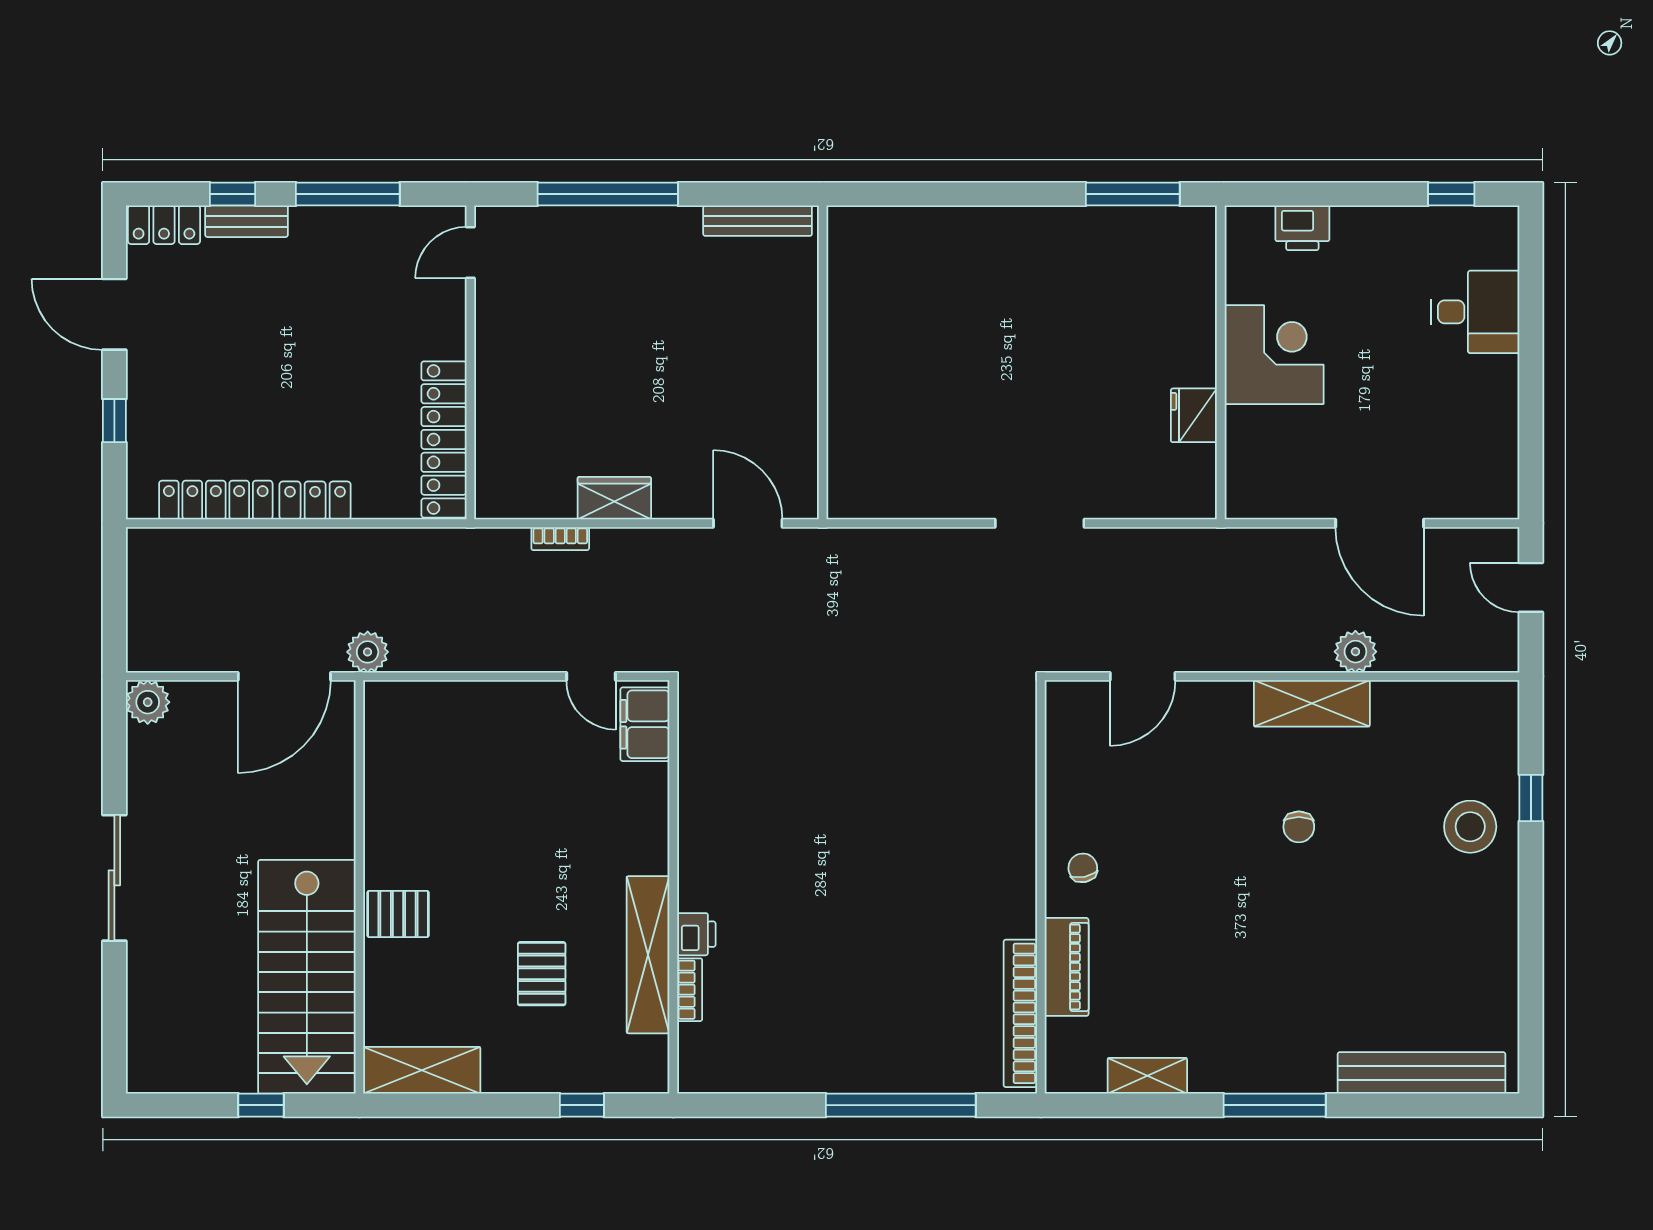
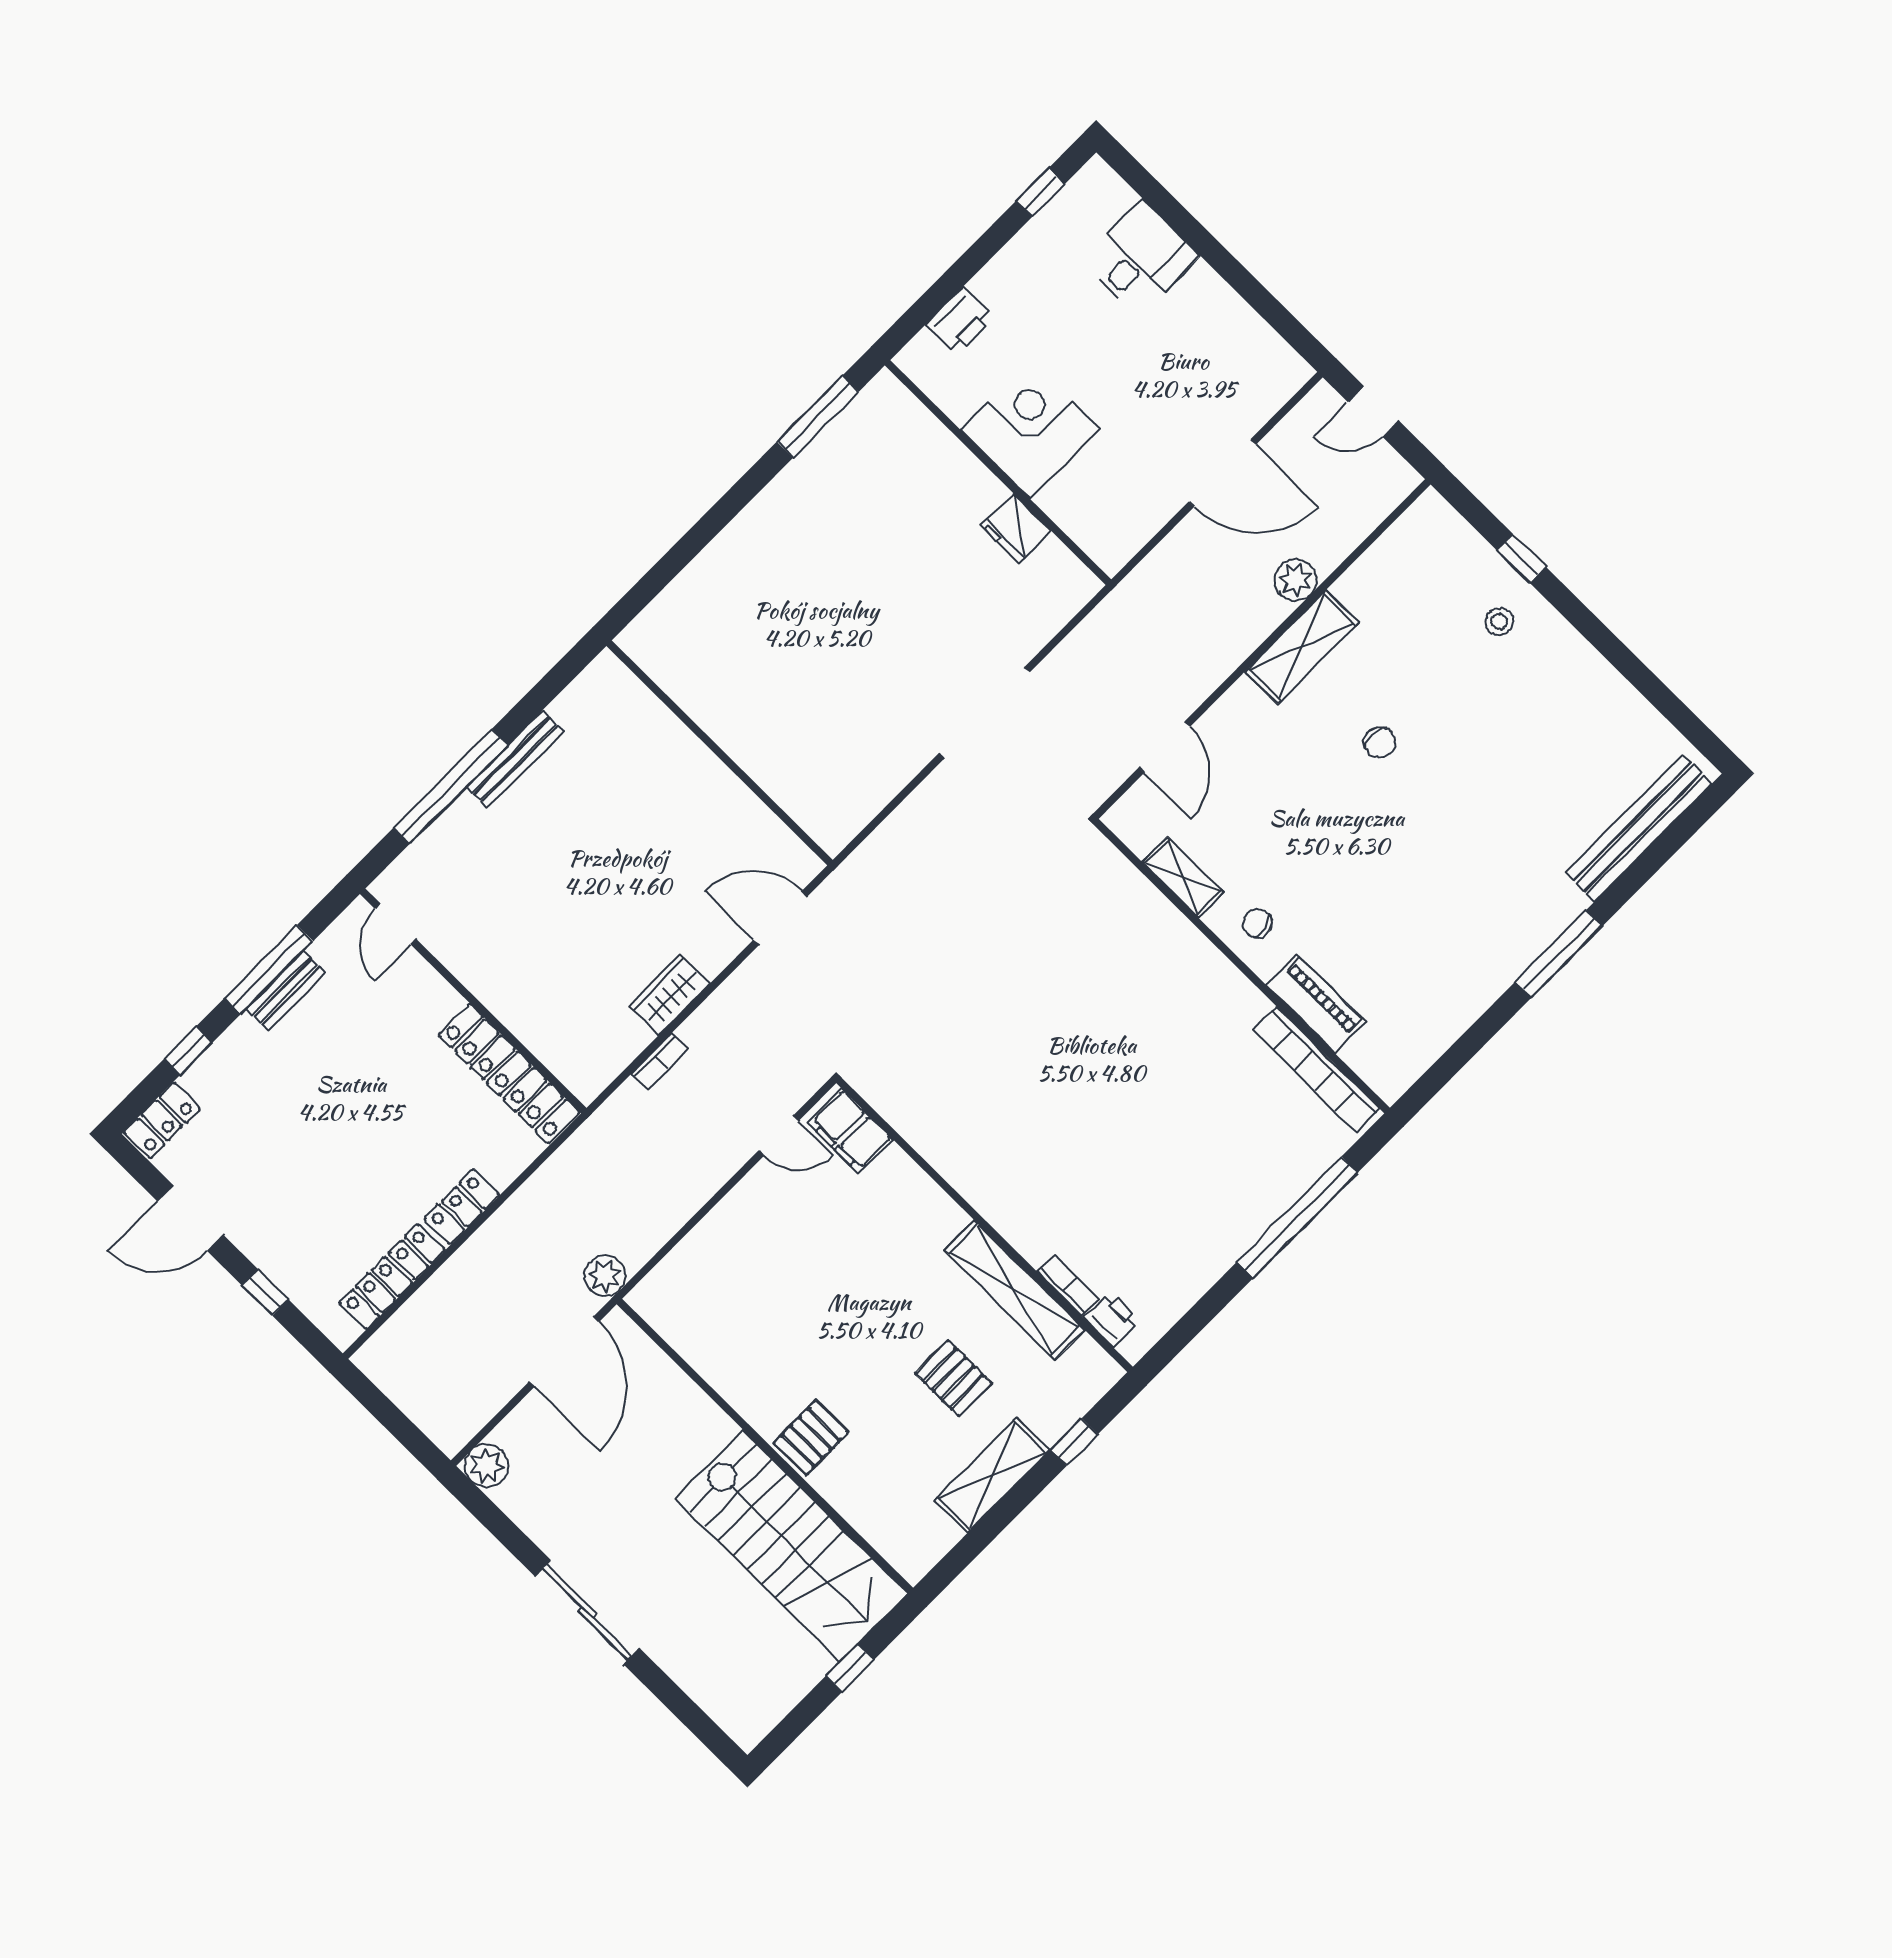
bench: (247, 221) -> (286, 991), moved
bench: (758, 221) -> (515, 759), moved
doorway: (1040, 523) -> (985, 713), width x1.36
stool: (1470, 827) -> (1499, 622), width x0.53, depth x0.53
printer: (696, 934) -> (1112, 1319), moved
shelving: (422, 1070) -> (992, 1475), moved
shelving: (1147, 1076) -> (1183, 877), moved, turned 90

